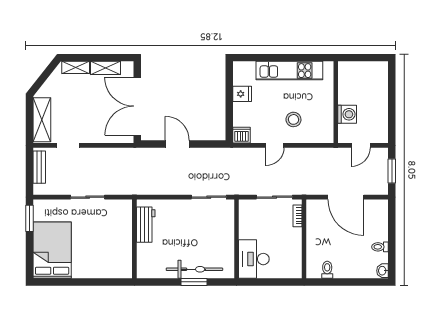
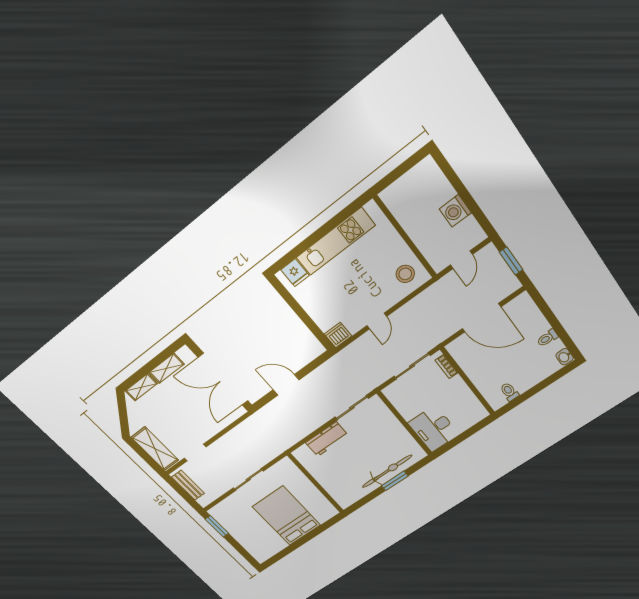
fridge: (242, 94) -> (295, 273), moved, turned 90
washing machine: (347, 114) -> (455, 211), moved, turned 180
stool: (293, 119) -> (405, 274), moved
workbench: (146, 225) -> (327, 439), moved, turned 90
bed: (52, 250) -> (286, 516), moved

